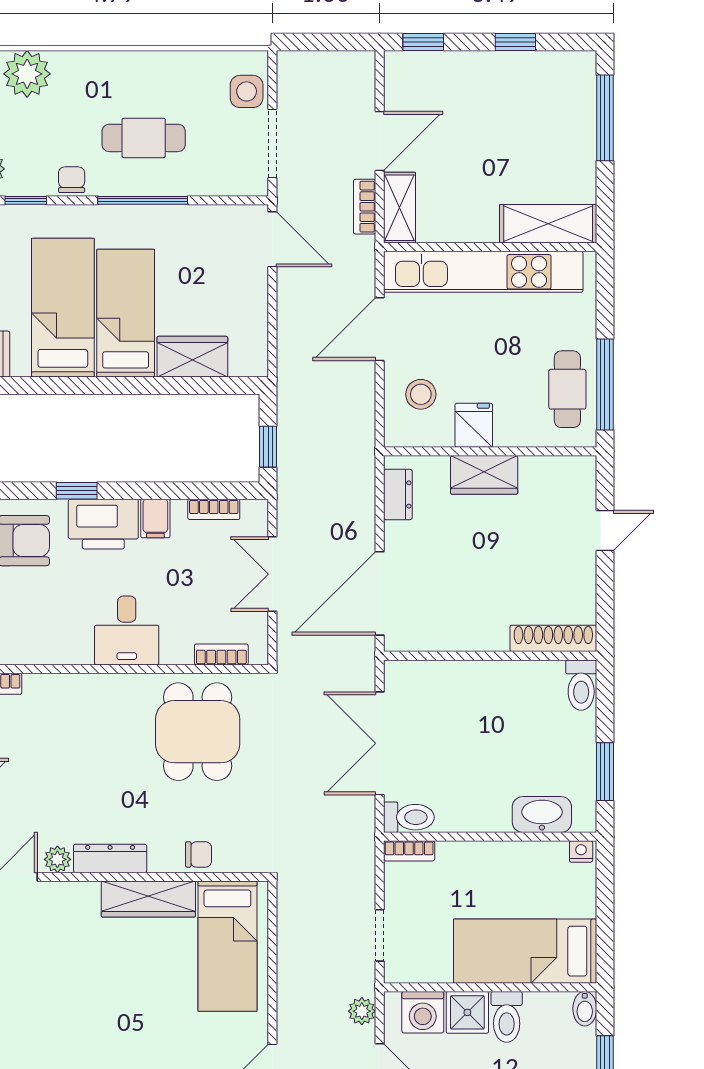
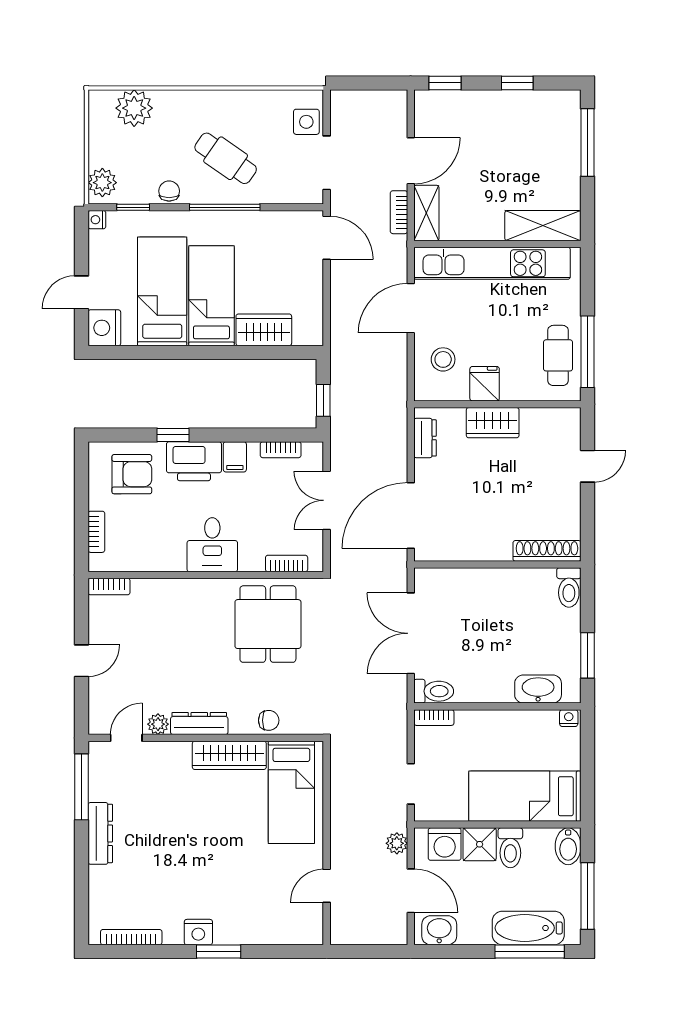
cafe table: (144, 138) -> (226, 158), turned 35
bidet: (585, 1009) -> (568, 846), width x1.38, depth x1.36

